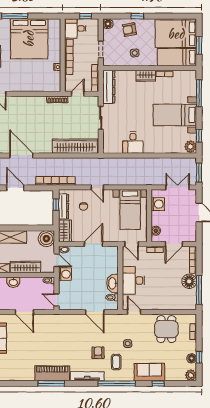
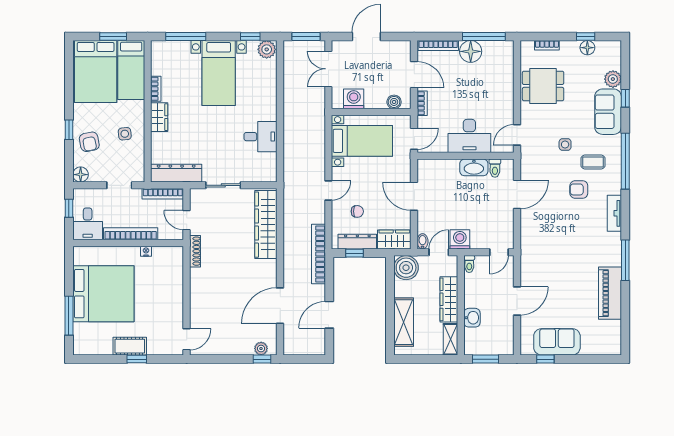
piano: (52, 373) -> (610, 293), moved
plant: (191, 375) -> (613, 79), moved
tv unit: (87, 376) -> (614, 213), width x0.71

